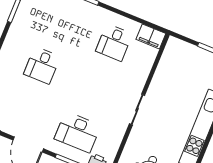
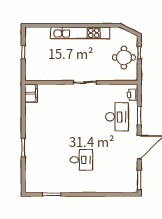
desk: (114, 42) -> (45, 117), removed

